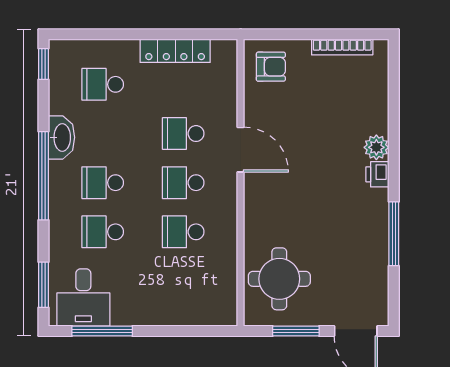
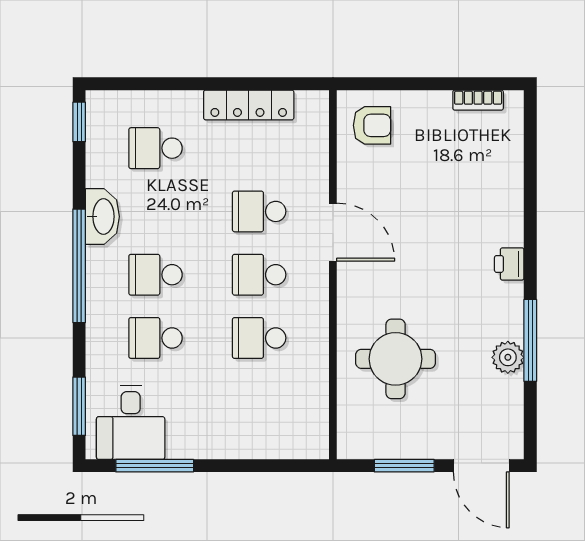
bookcase: (342, 47) -> (478, 100), width x0.64
plant: (376, 147) -> (508, 357), moved
round table: (279, 279) -> (396, 359), moved

